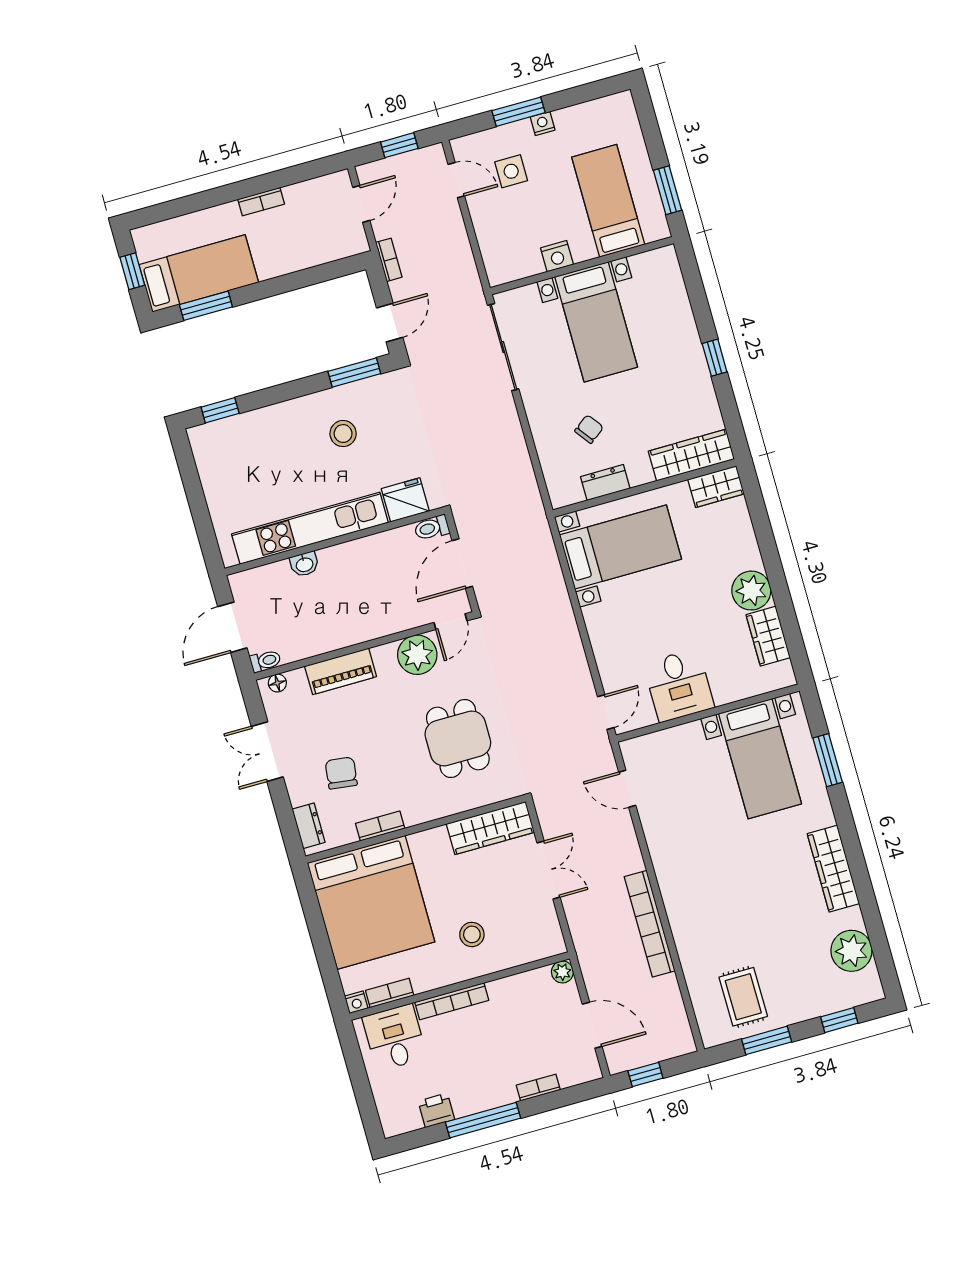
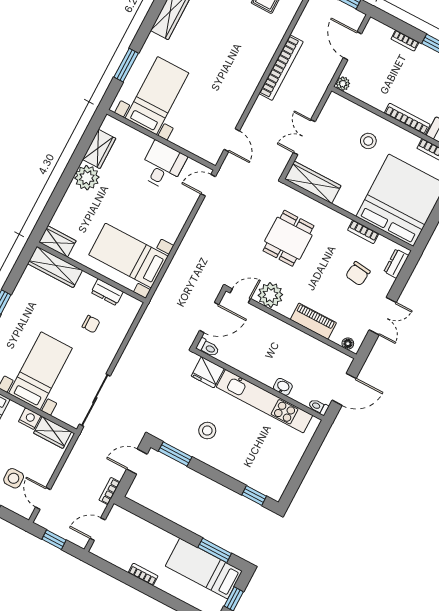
wardrobe: (516, 265) -> (53, 432), added
chair: (589, 429) -> (91, 324), turned -143
toilet: (265, 661) -> (318, 407), moved

